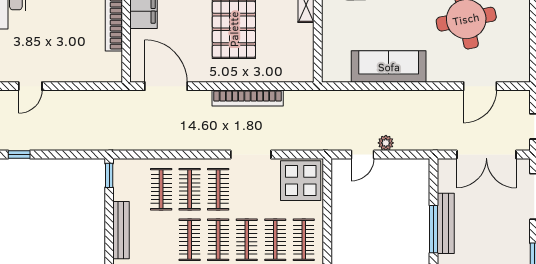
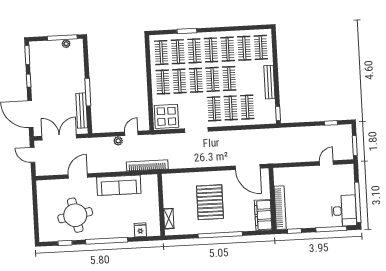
door: (480, 86) -> (78, 176), moved
bookcase: (248, 98) -> (147, 165), moved
bench: (446, 223) -> (82, 111), moved

